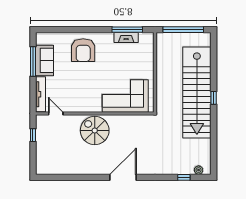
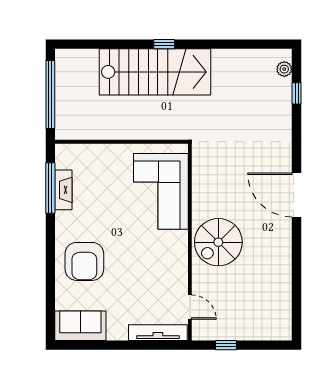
armchair: (83, 50) -> (84, 261), turned 90
sofa: (45, 60) -> (80, 326), moved
window: (33, 62) -> (103, 345), removed
stairs: (197, 93) -> (155, 72), width x0.73
door: (56, 113) -> (190, 307), swing flipped

